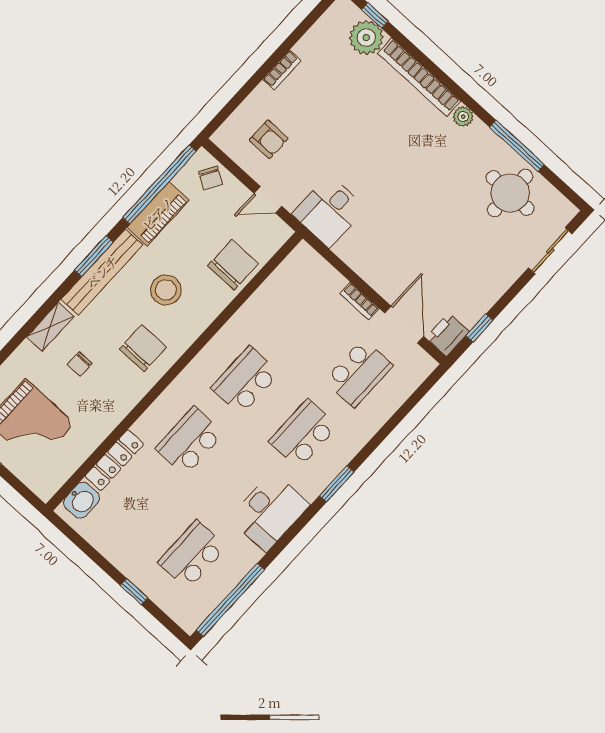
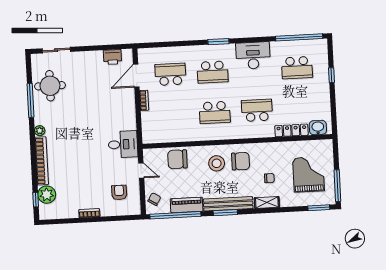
stool: (166, 290) -> (217, 163), moved
window: (479, 328) -> (110, 47), removed
printer: (448, 335) -> (112, 57), moved
chair: (143, 348) -> (241, 161), turned 180
school desk: (190, 441) -> (257, 110), turned 180

